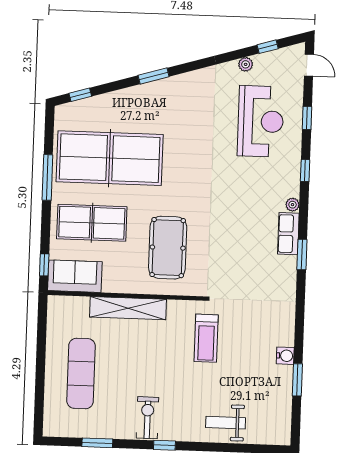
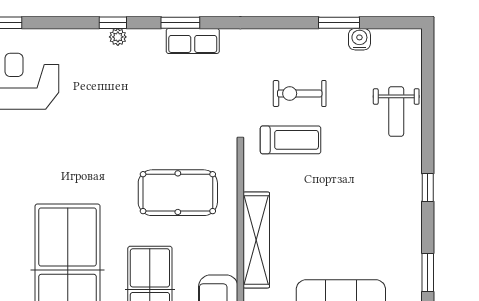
window: (305, 170) -> (113, 23), moved
row of seats: (288, 234) -> (193, 41), moved
water cooler: (285, 356) -> (359, 39), moved
exercise bike: (147, 418) -> (300, 93), moved

